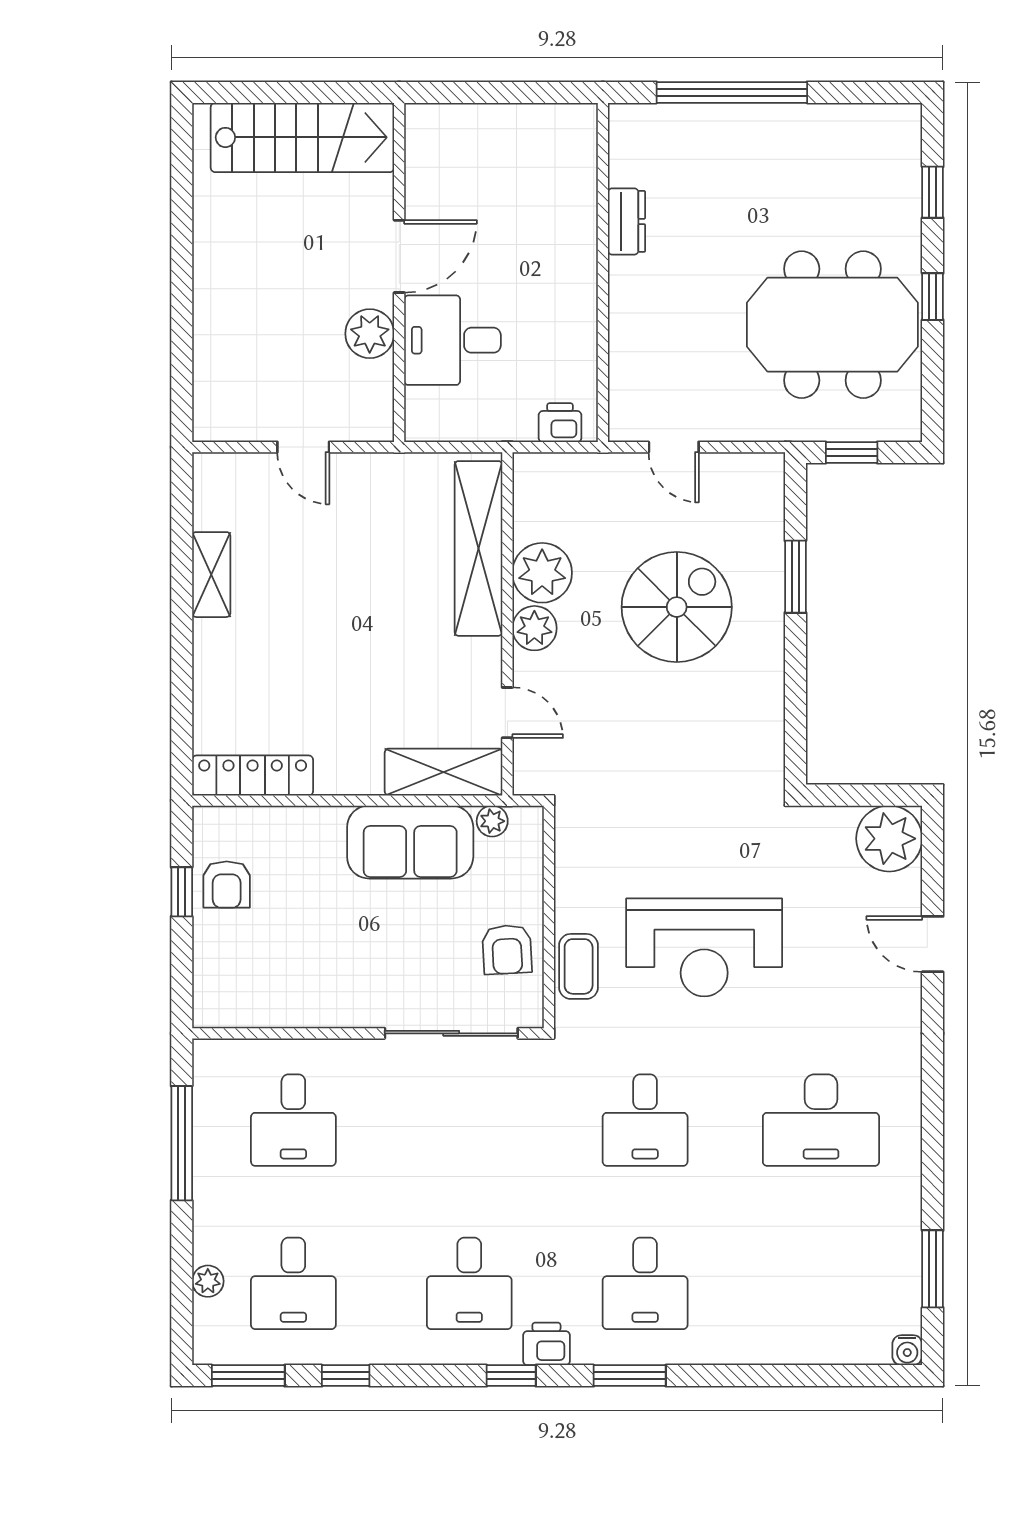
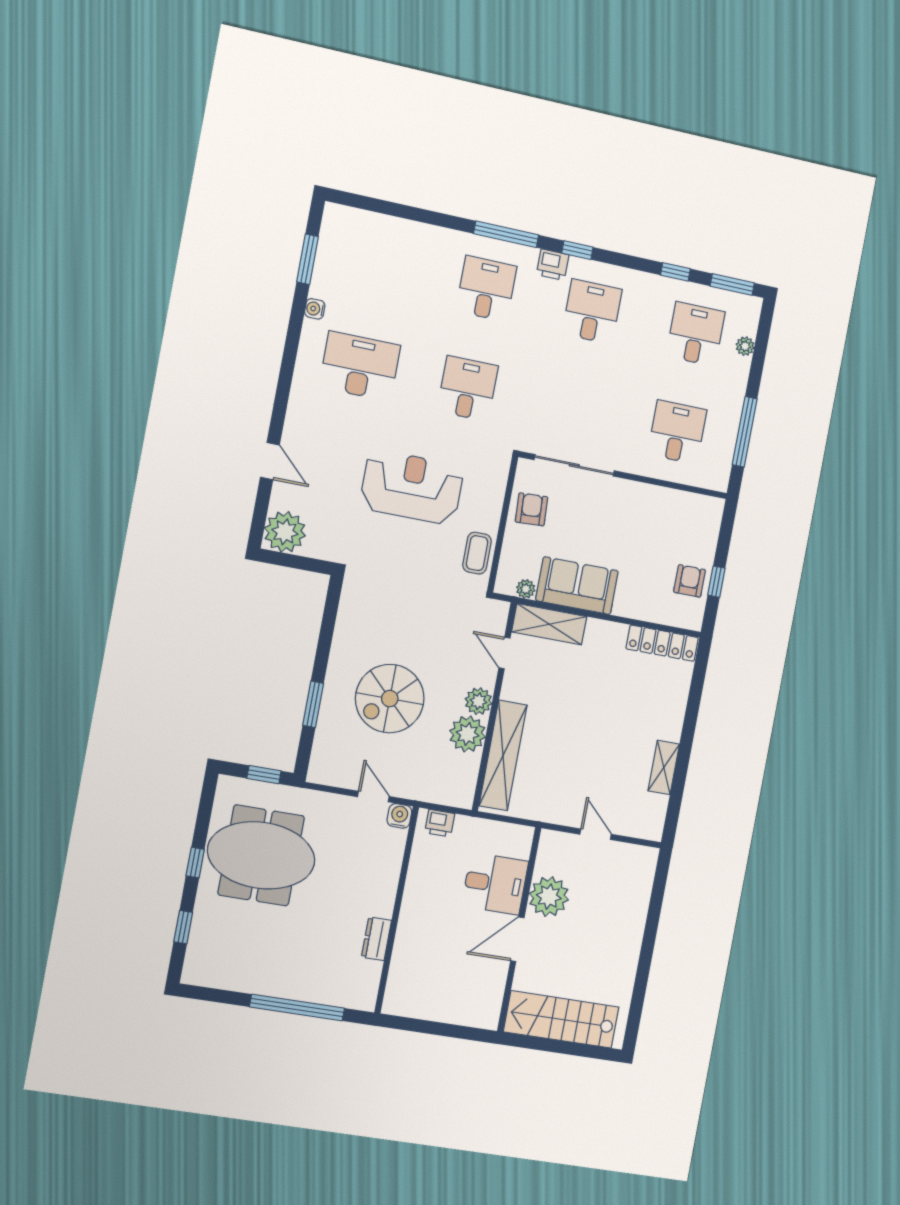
plant: (370, 334) -> (549, 897), width x1.36, depth x1.36
water cooler: (627, 423) -> (399, 816), added
coffee table: (579, 966) -> (477, 553), moved
water cooler: (907, 1350) -> (315, 309), moved, turned -90
window: (630, 1376) -> (506, 234), width x1.44

